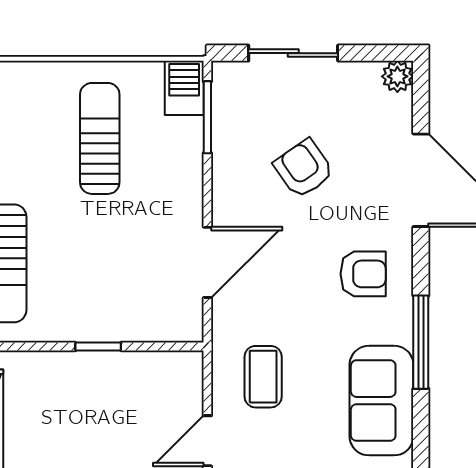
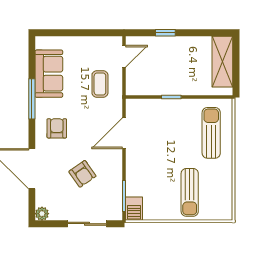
sun lounger: (100, 138) -> (190, 192), moved
armchair: (363, 274) -> (57, 128), turned 90

